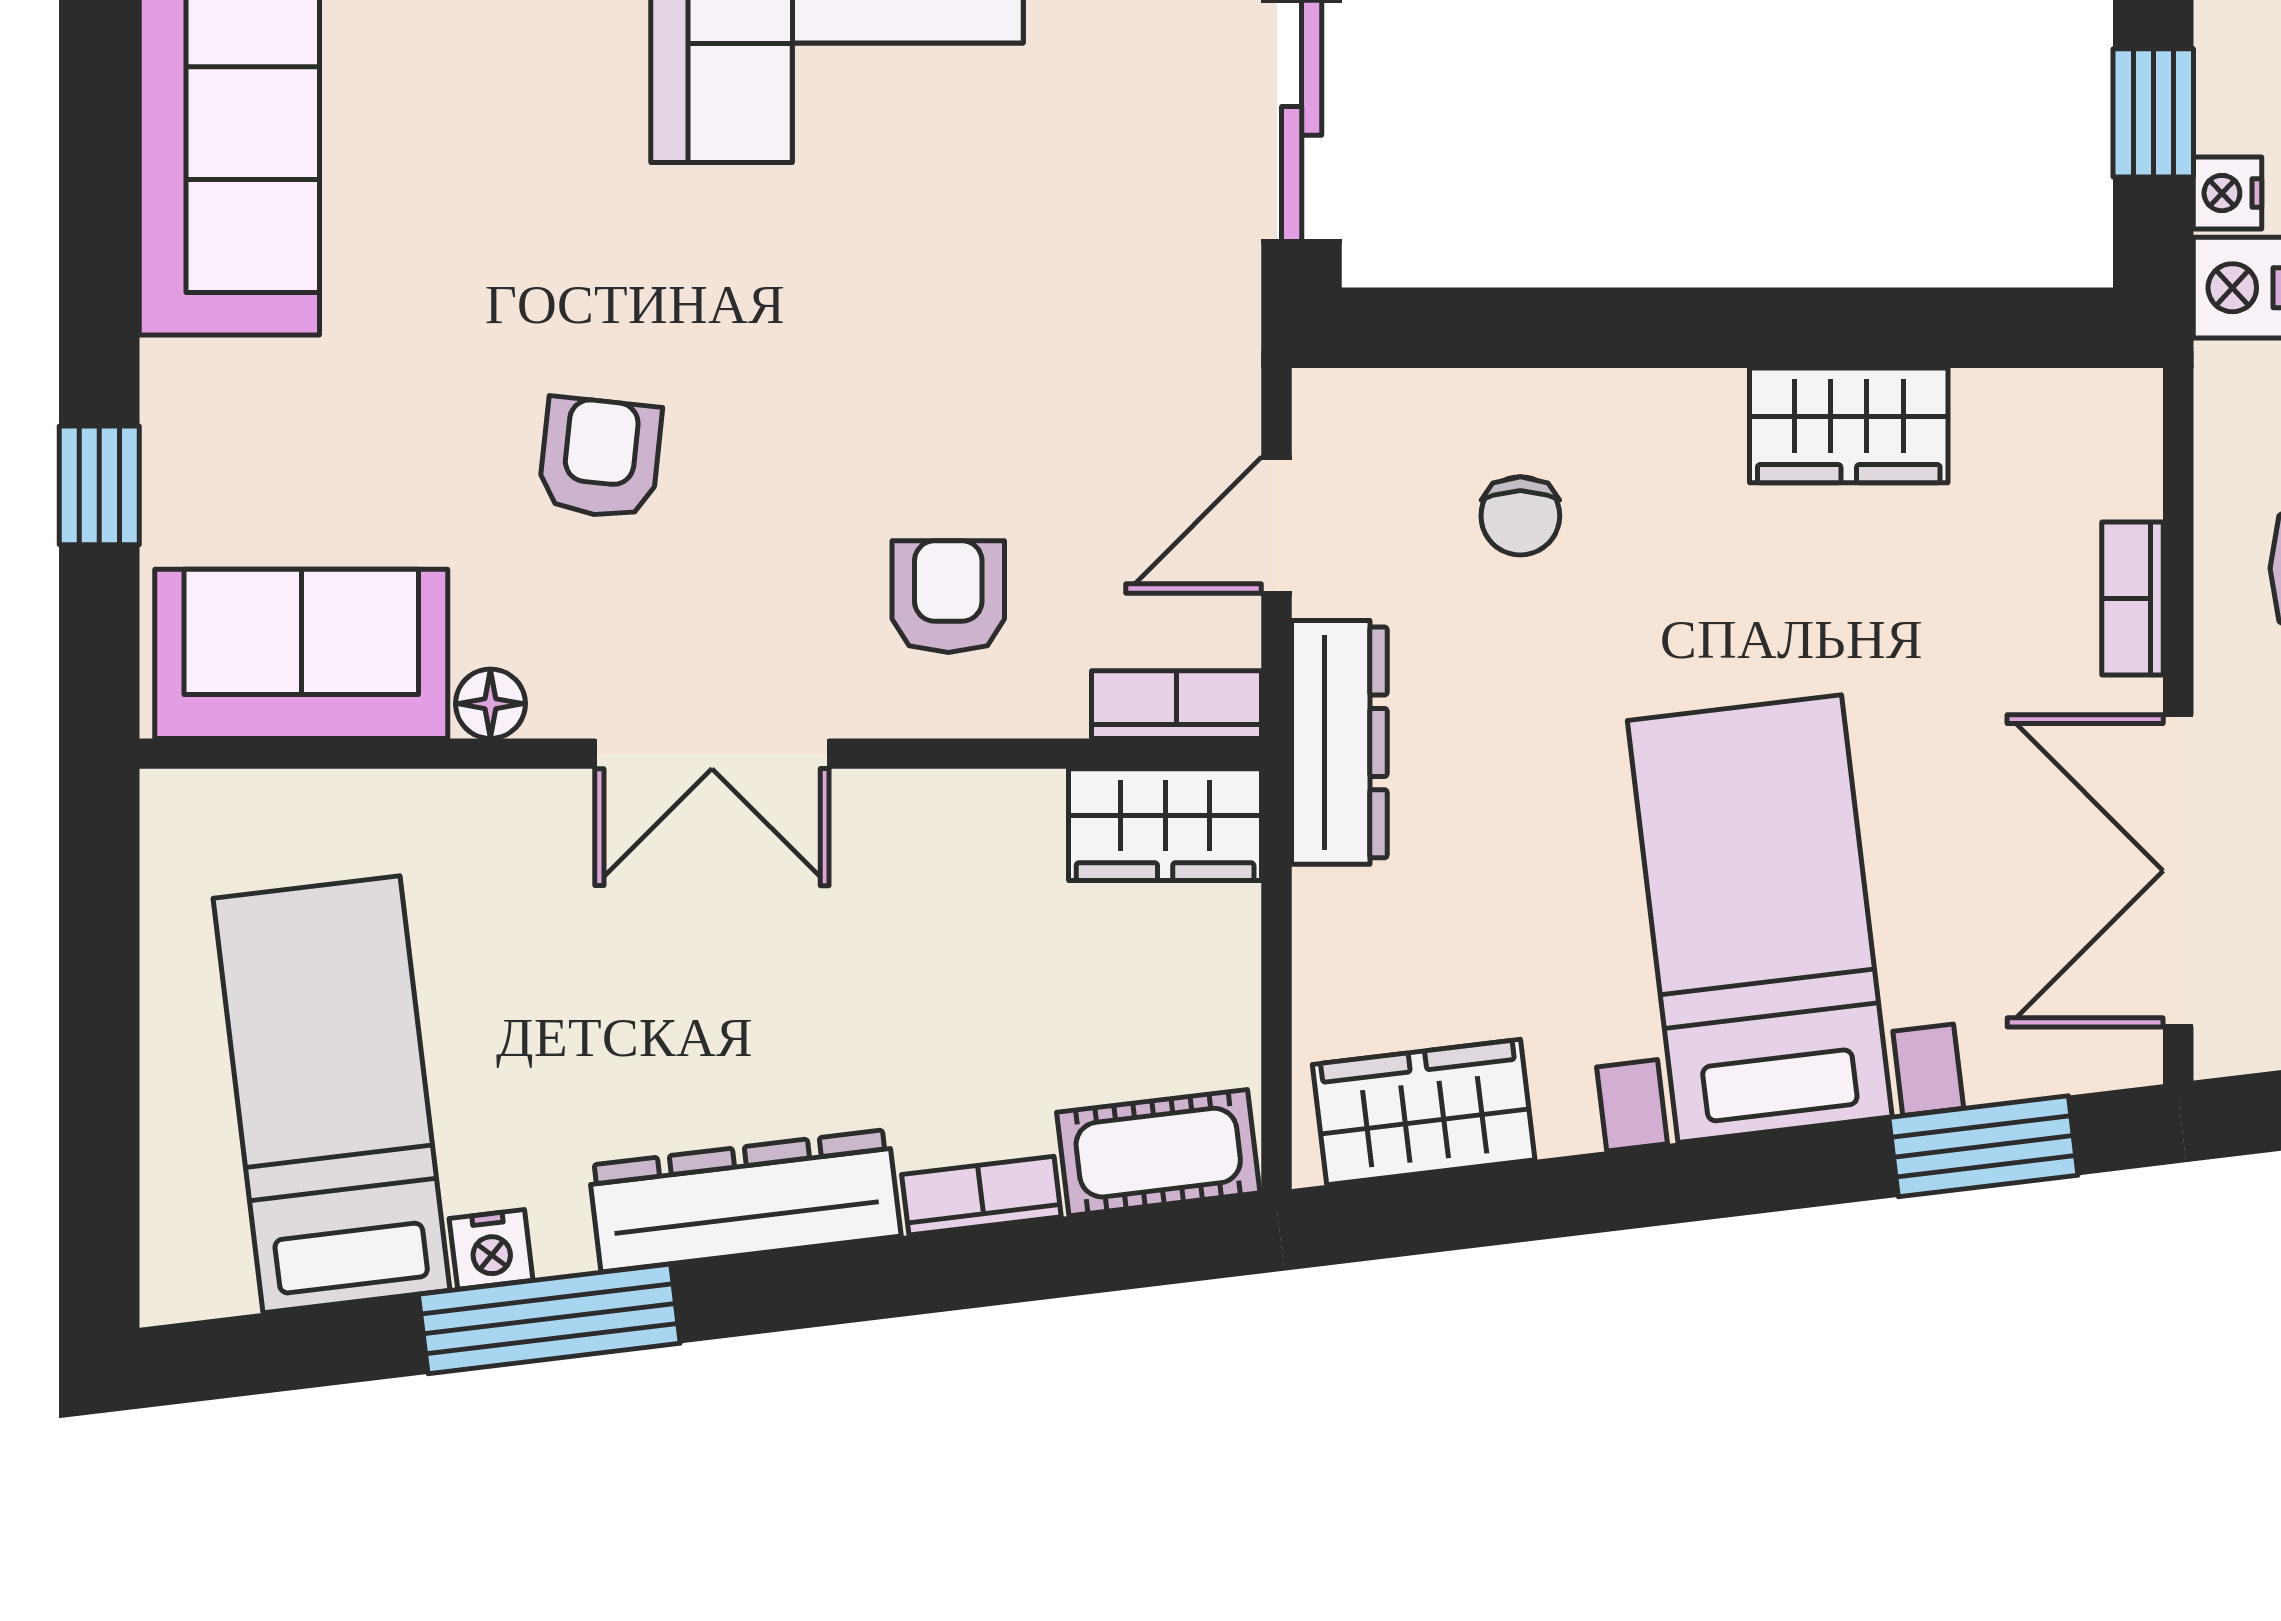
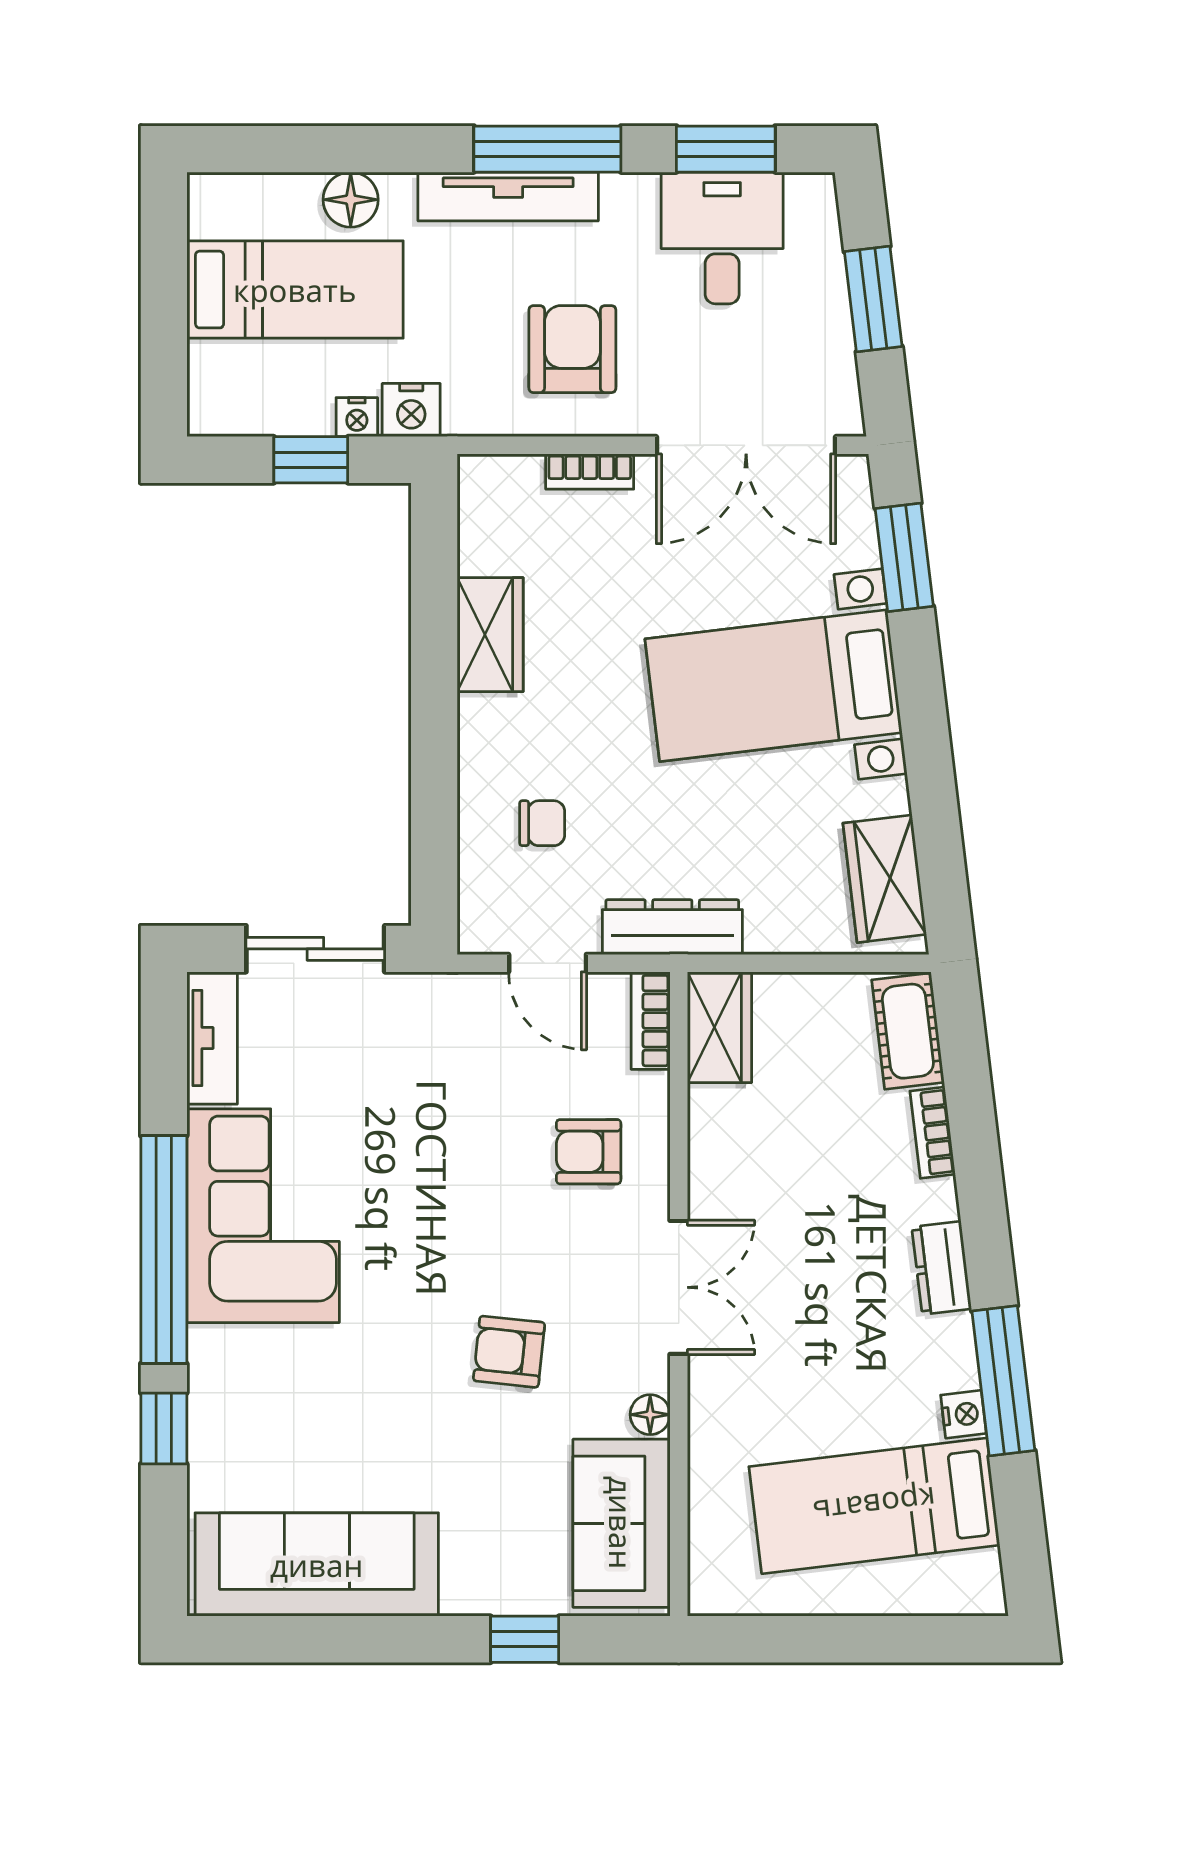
dresser: (745, 1201) -> (942, 1268), width x0.51, depth x0.80

